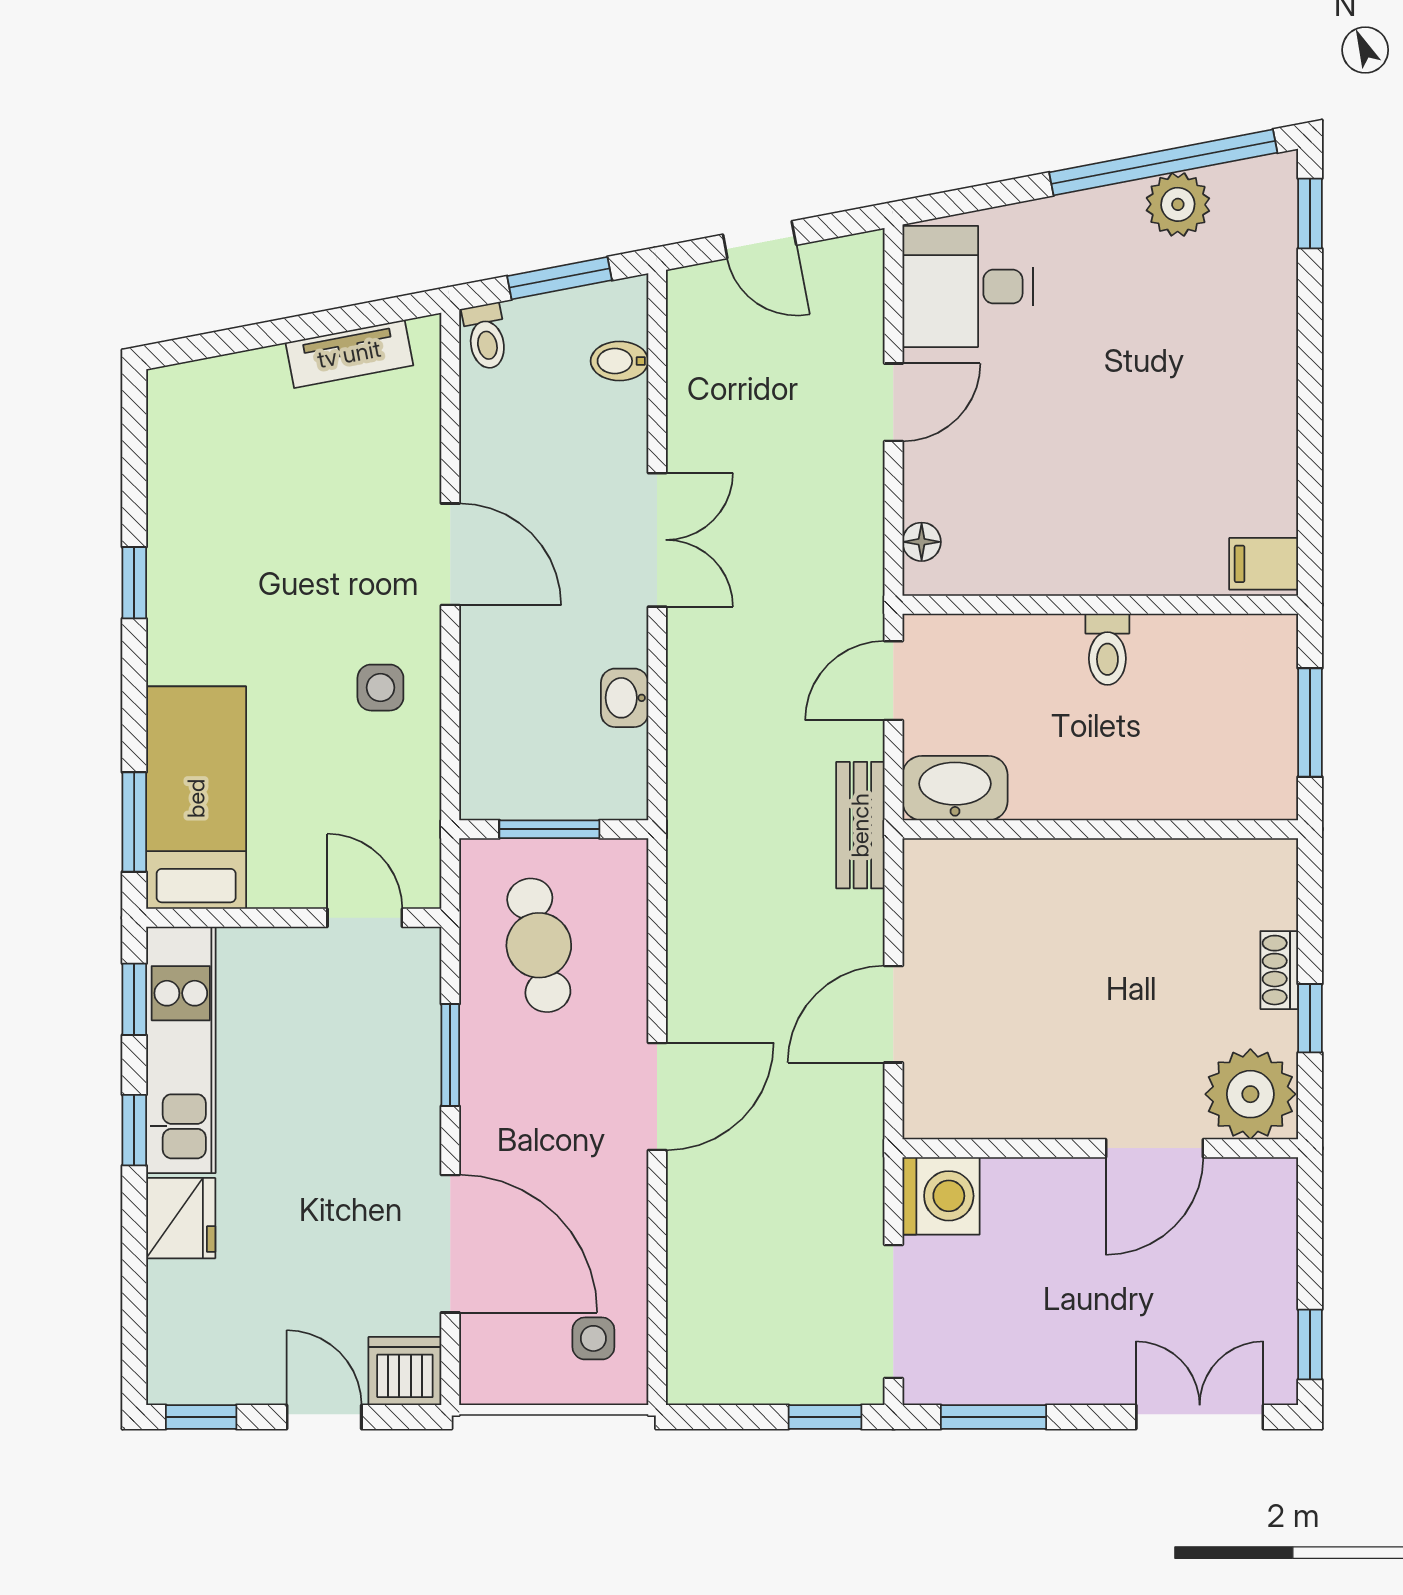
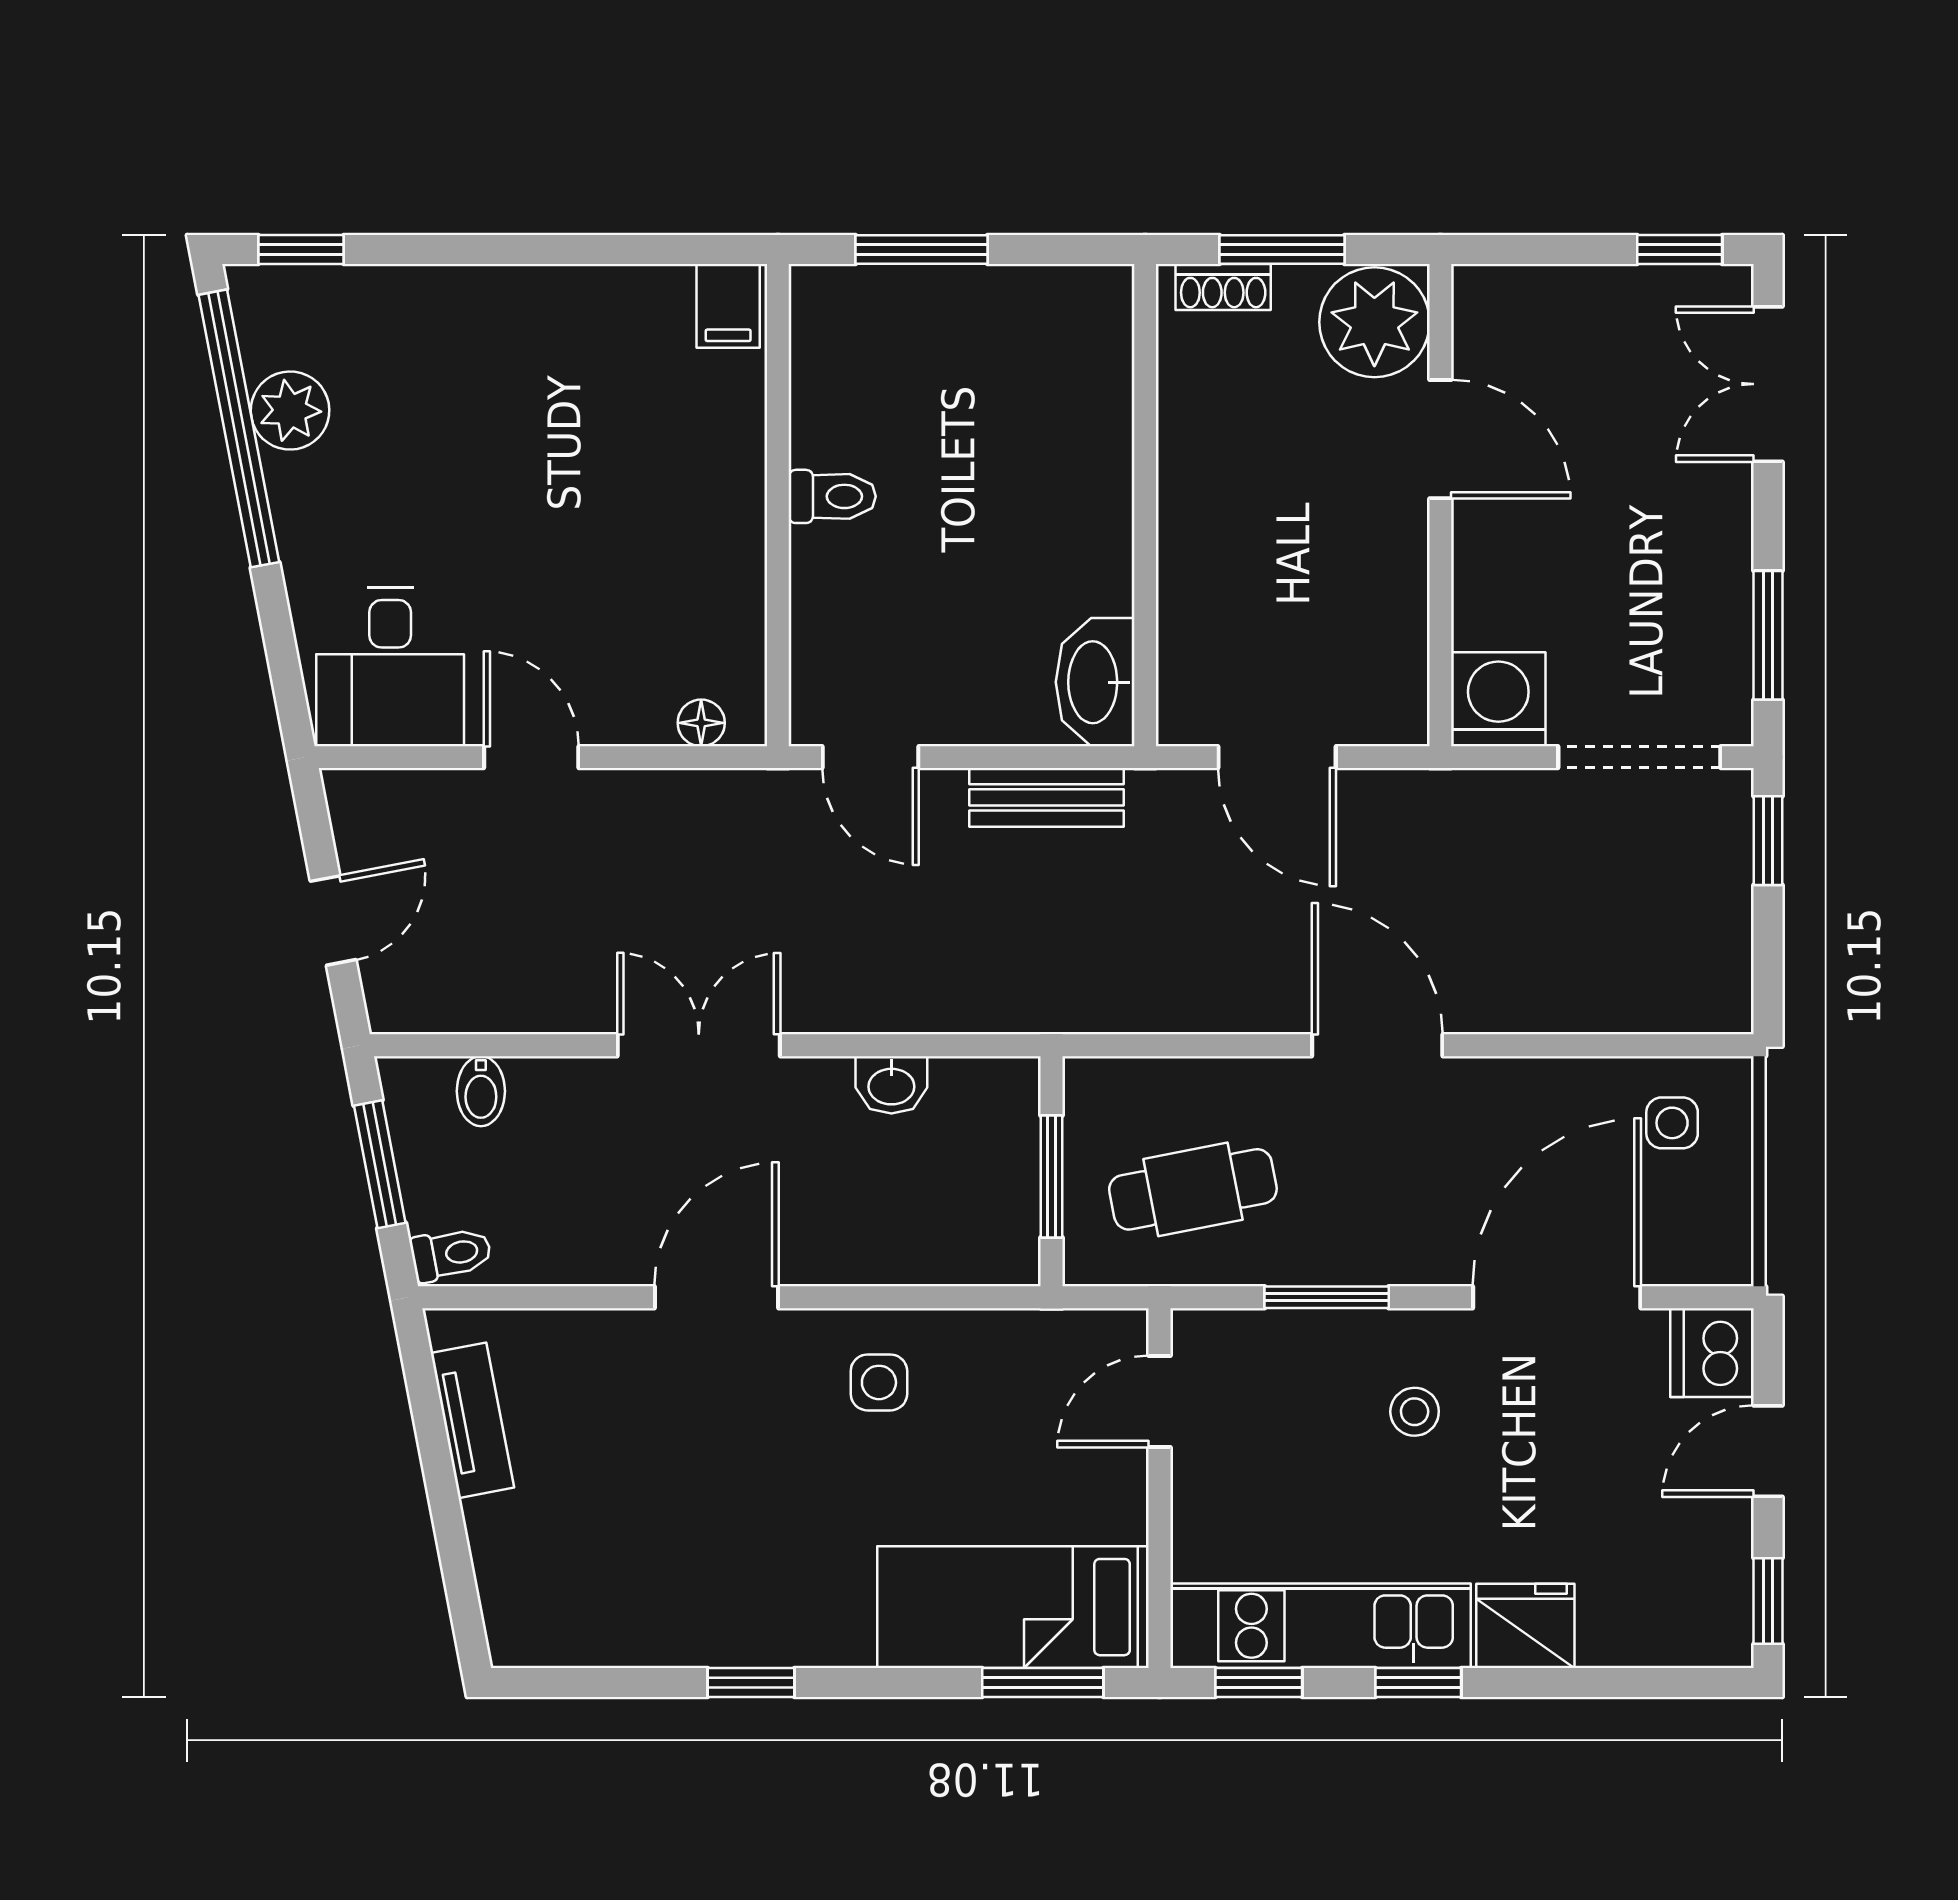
washbasin: (955, 788) -> (1095, 682), moved
wall: (1100, 829) -> (1145, 505), moved
window: (1310, 1018) -> (1282, 249), width x1.50
stool: (356, 1127) -> (1415, 1412), added

